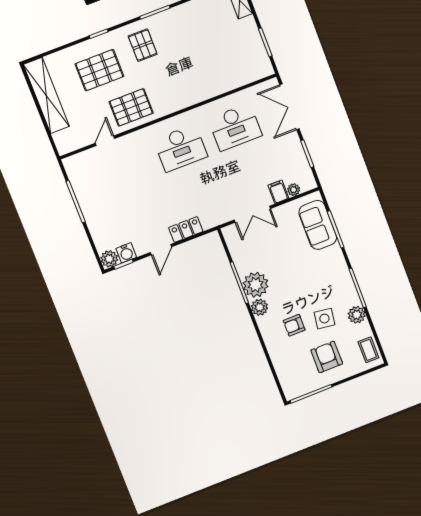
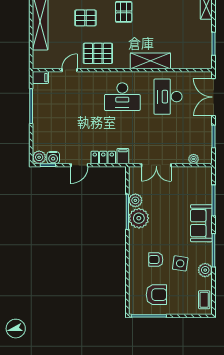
pallet: (99, 70) -> (85, 18), width x0.67, depth x0.71
shelving: (198, 92) -> (150, 61), added
desk: (235, 127) -> (168, 97), turned 90
filing cabinet: (73, 163) -> (40, 78), added
filing cabinet: (278, 192) -> (123, 156), moved
sofa: (318, 225) -> (201, 223), moved
plant: (260, 307) -> (135, 200), moved
armchair: (327, 357) -> (156, 295), moved, turned 90

